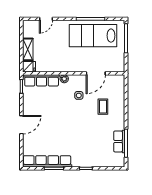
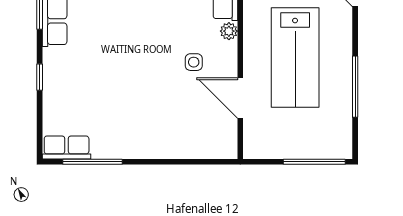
lab bench: (93, 36) -> (295, 57), moved, turned 180
coffee table: (103, 107) -> (170, 113), removed
row of seats: (119, 141) -> (67, 147), moved

